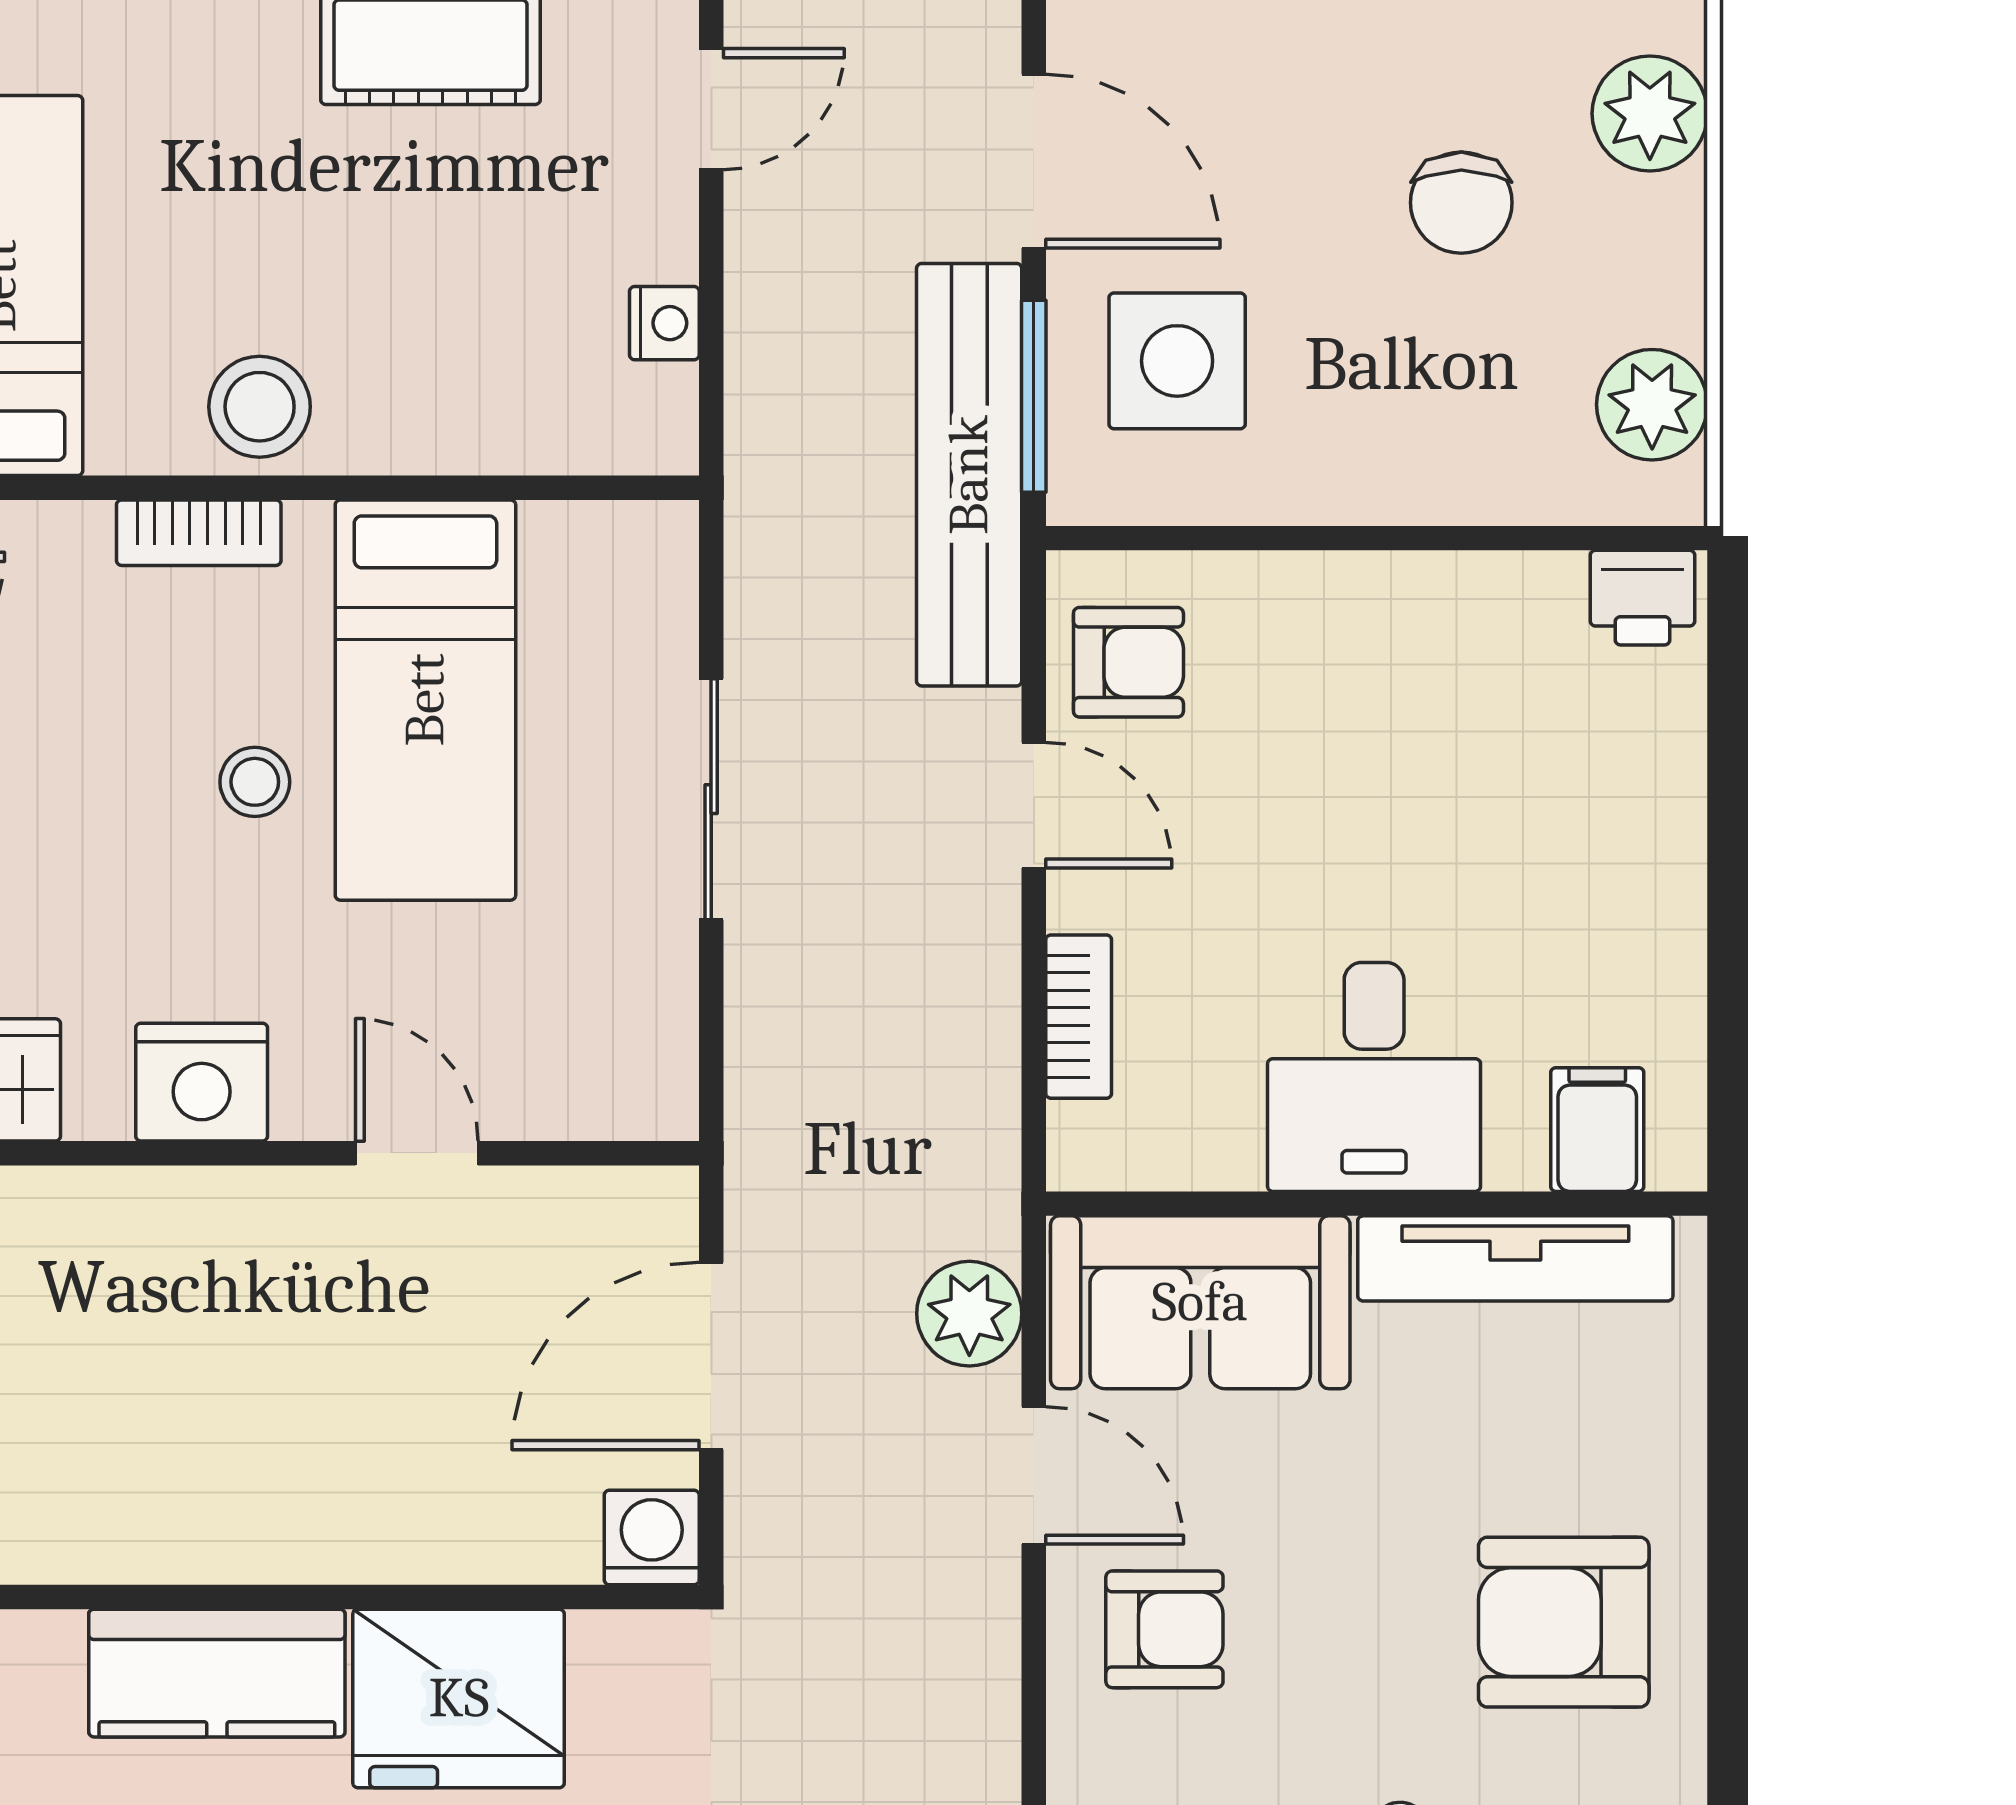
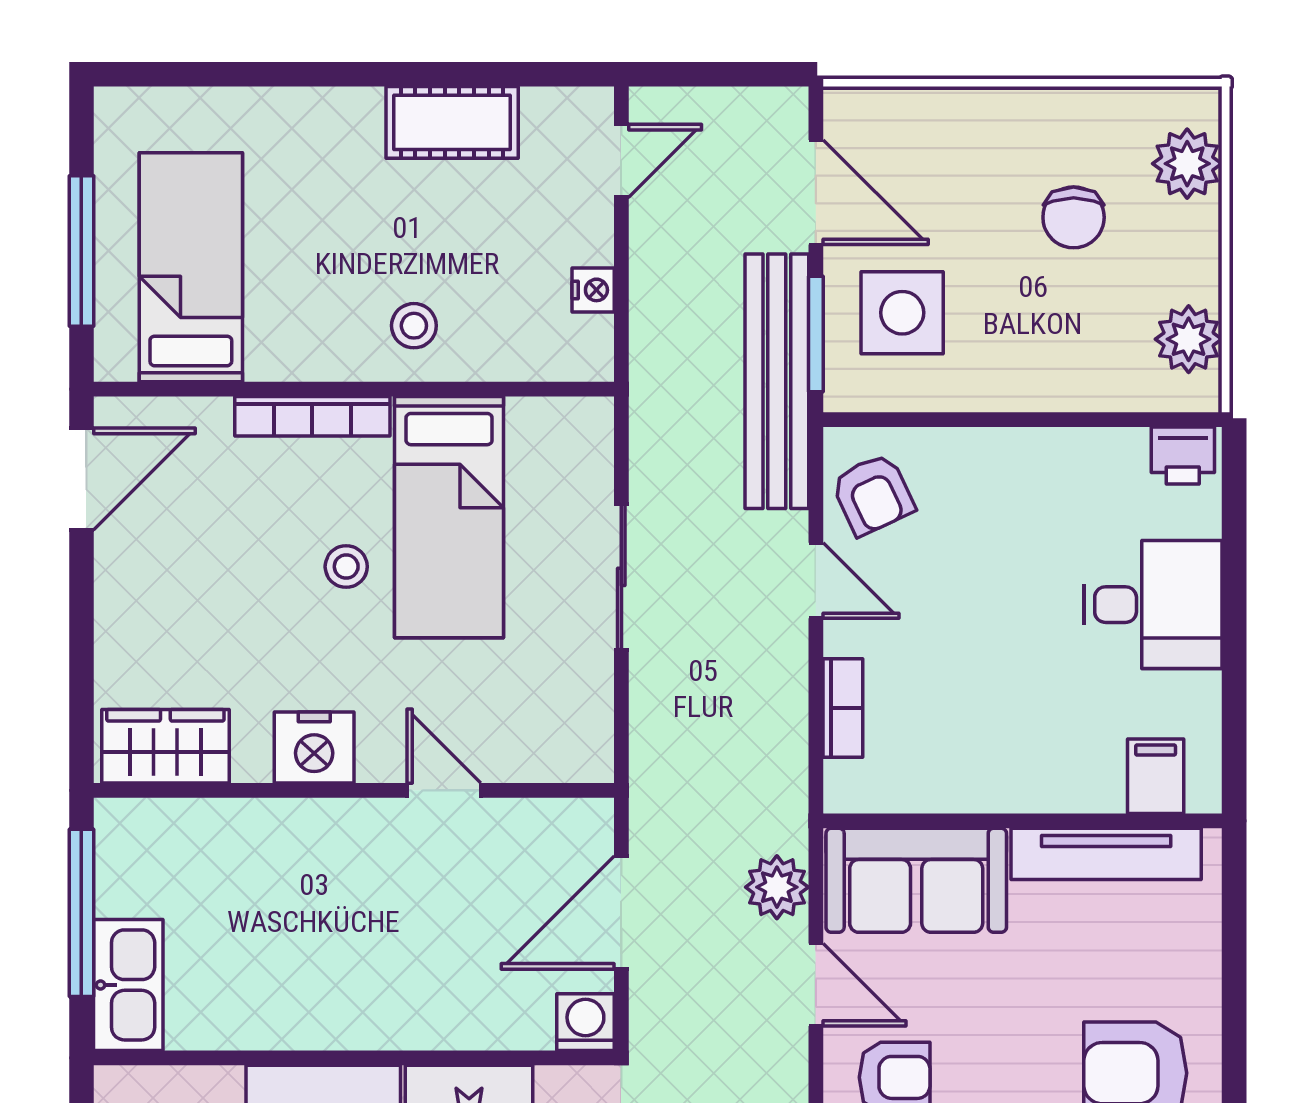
stool: (260, 407) -> (414, 326), moved, width x0.73, depth x0.73
bookcase: (199, 533) -> (312, 416), width x1.56
armchair: (1128, 662) -> (873, 494), turned 65
desk: (1374, 1077) -> (1153, 605), moved, turned -90

